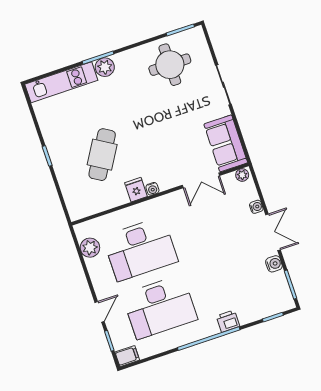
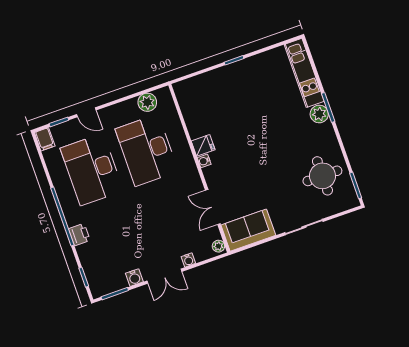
cafe table: (102, 155) -> (236, 113), removed

